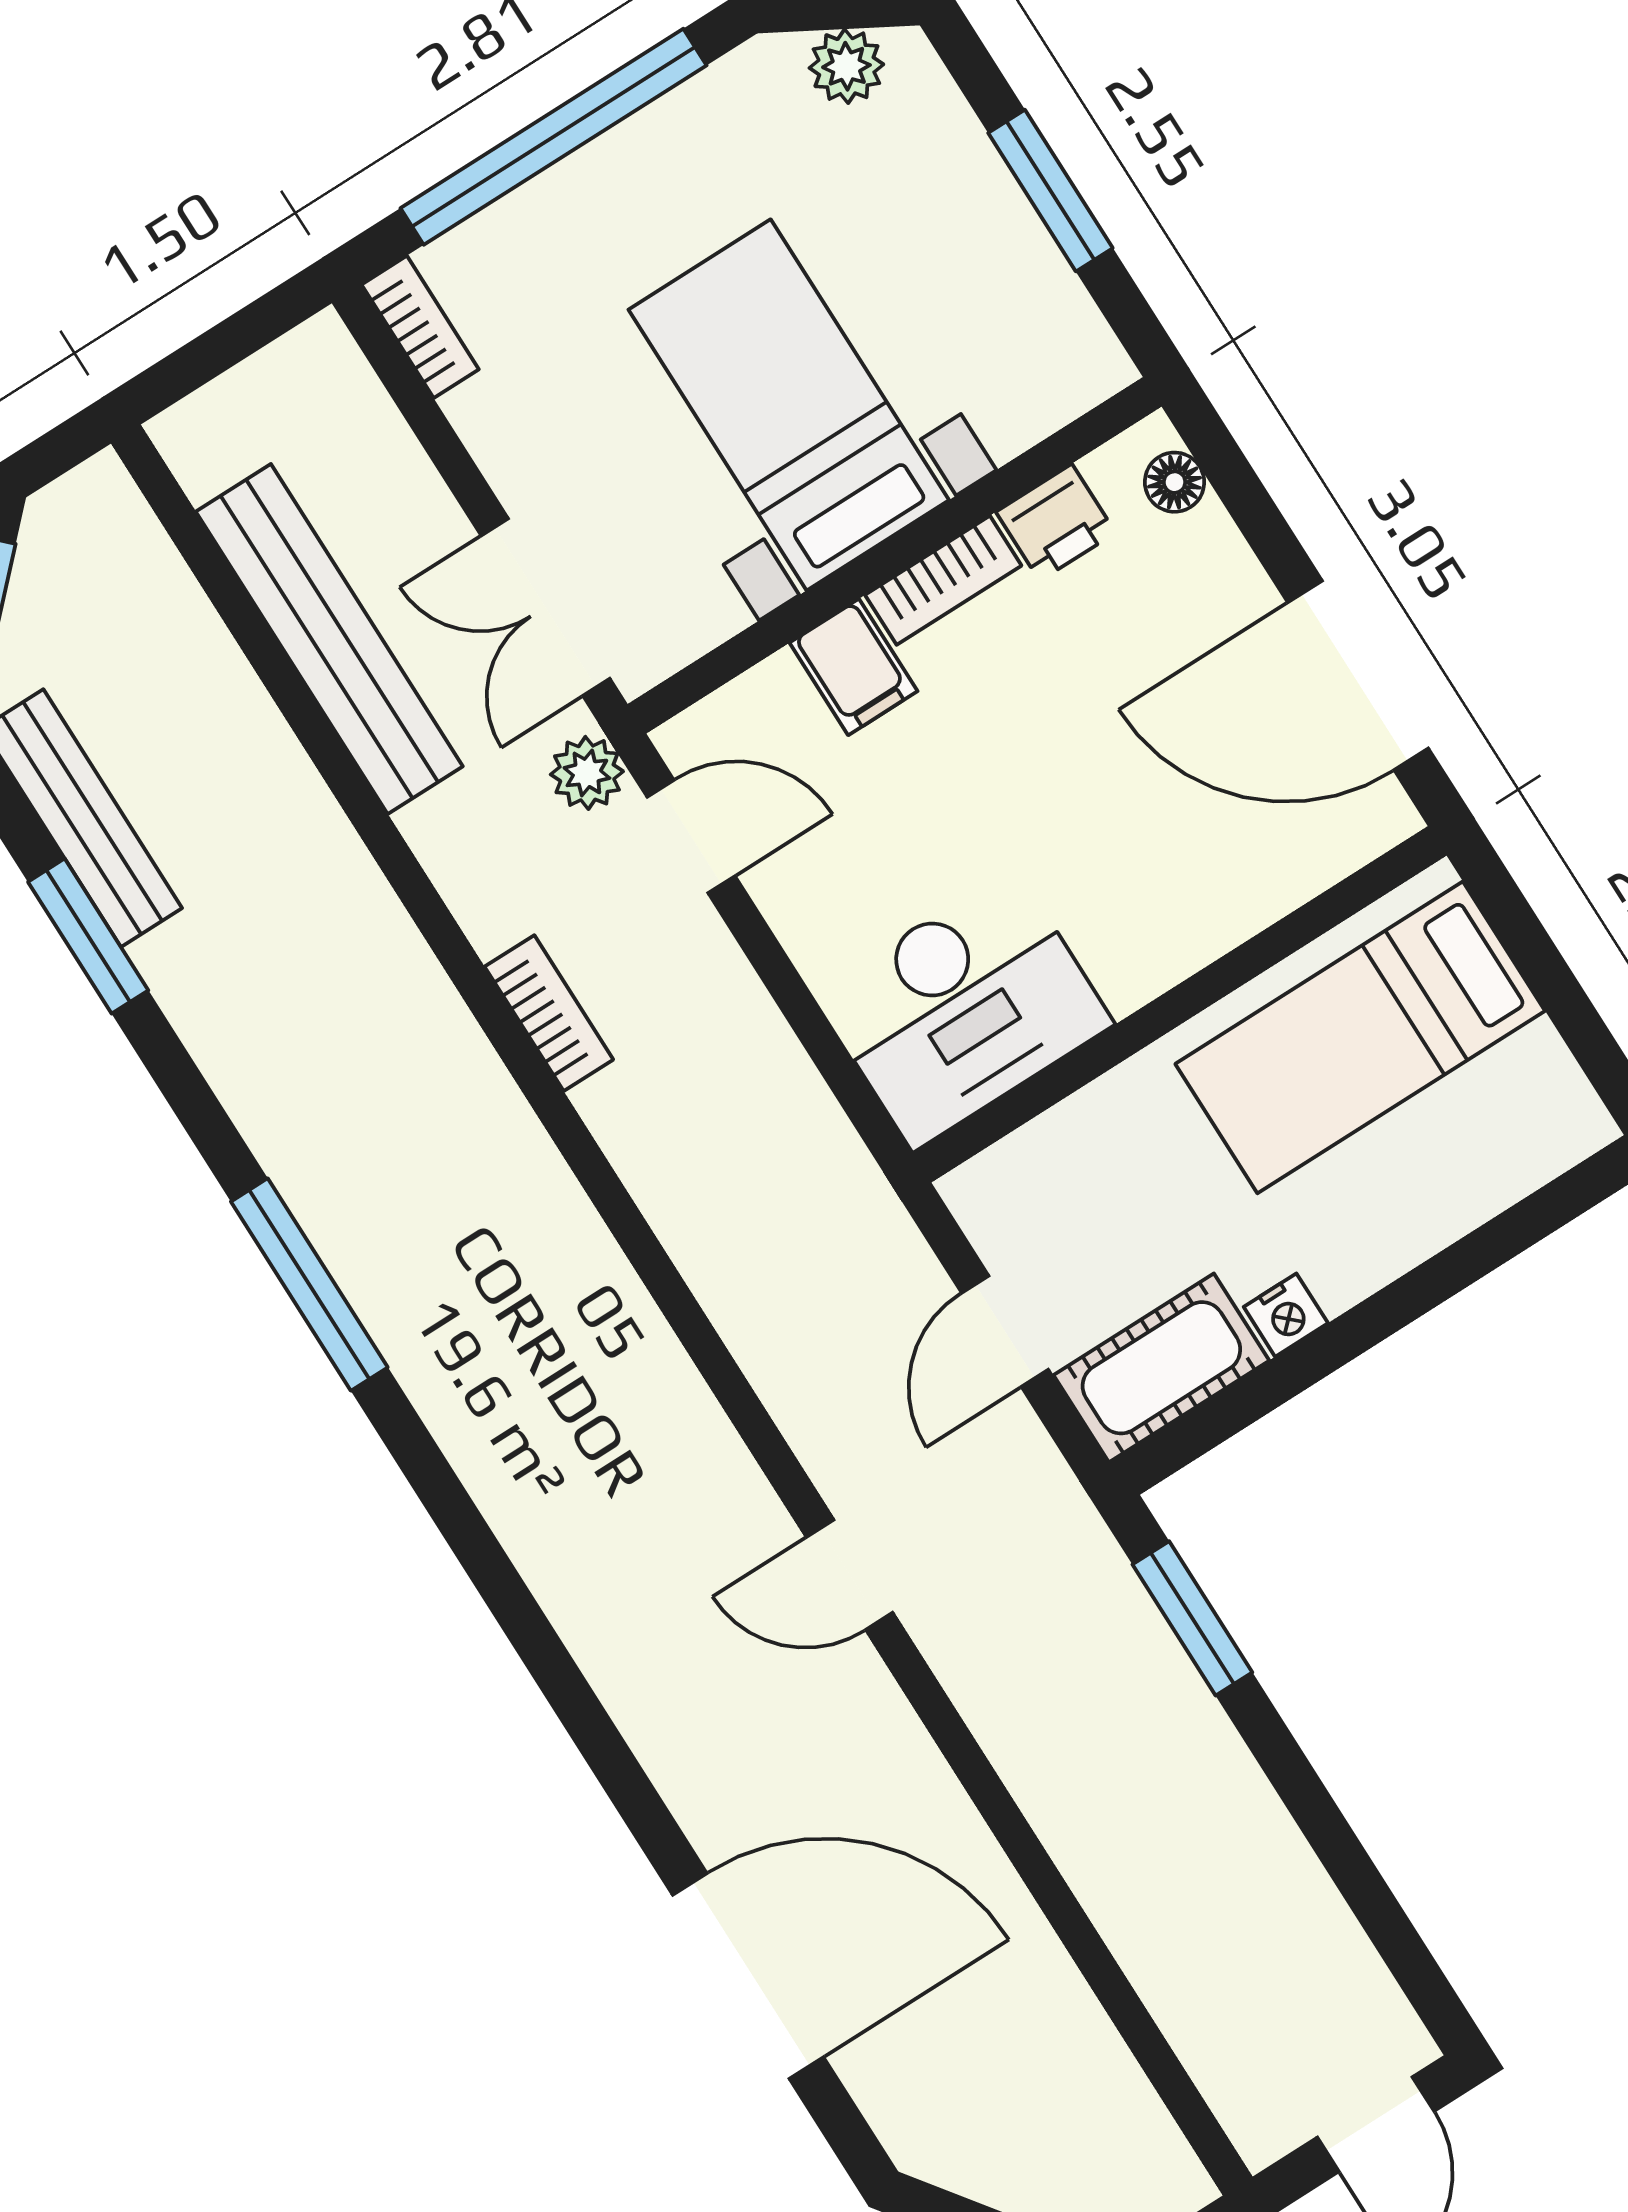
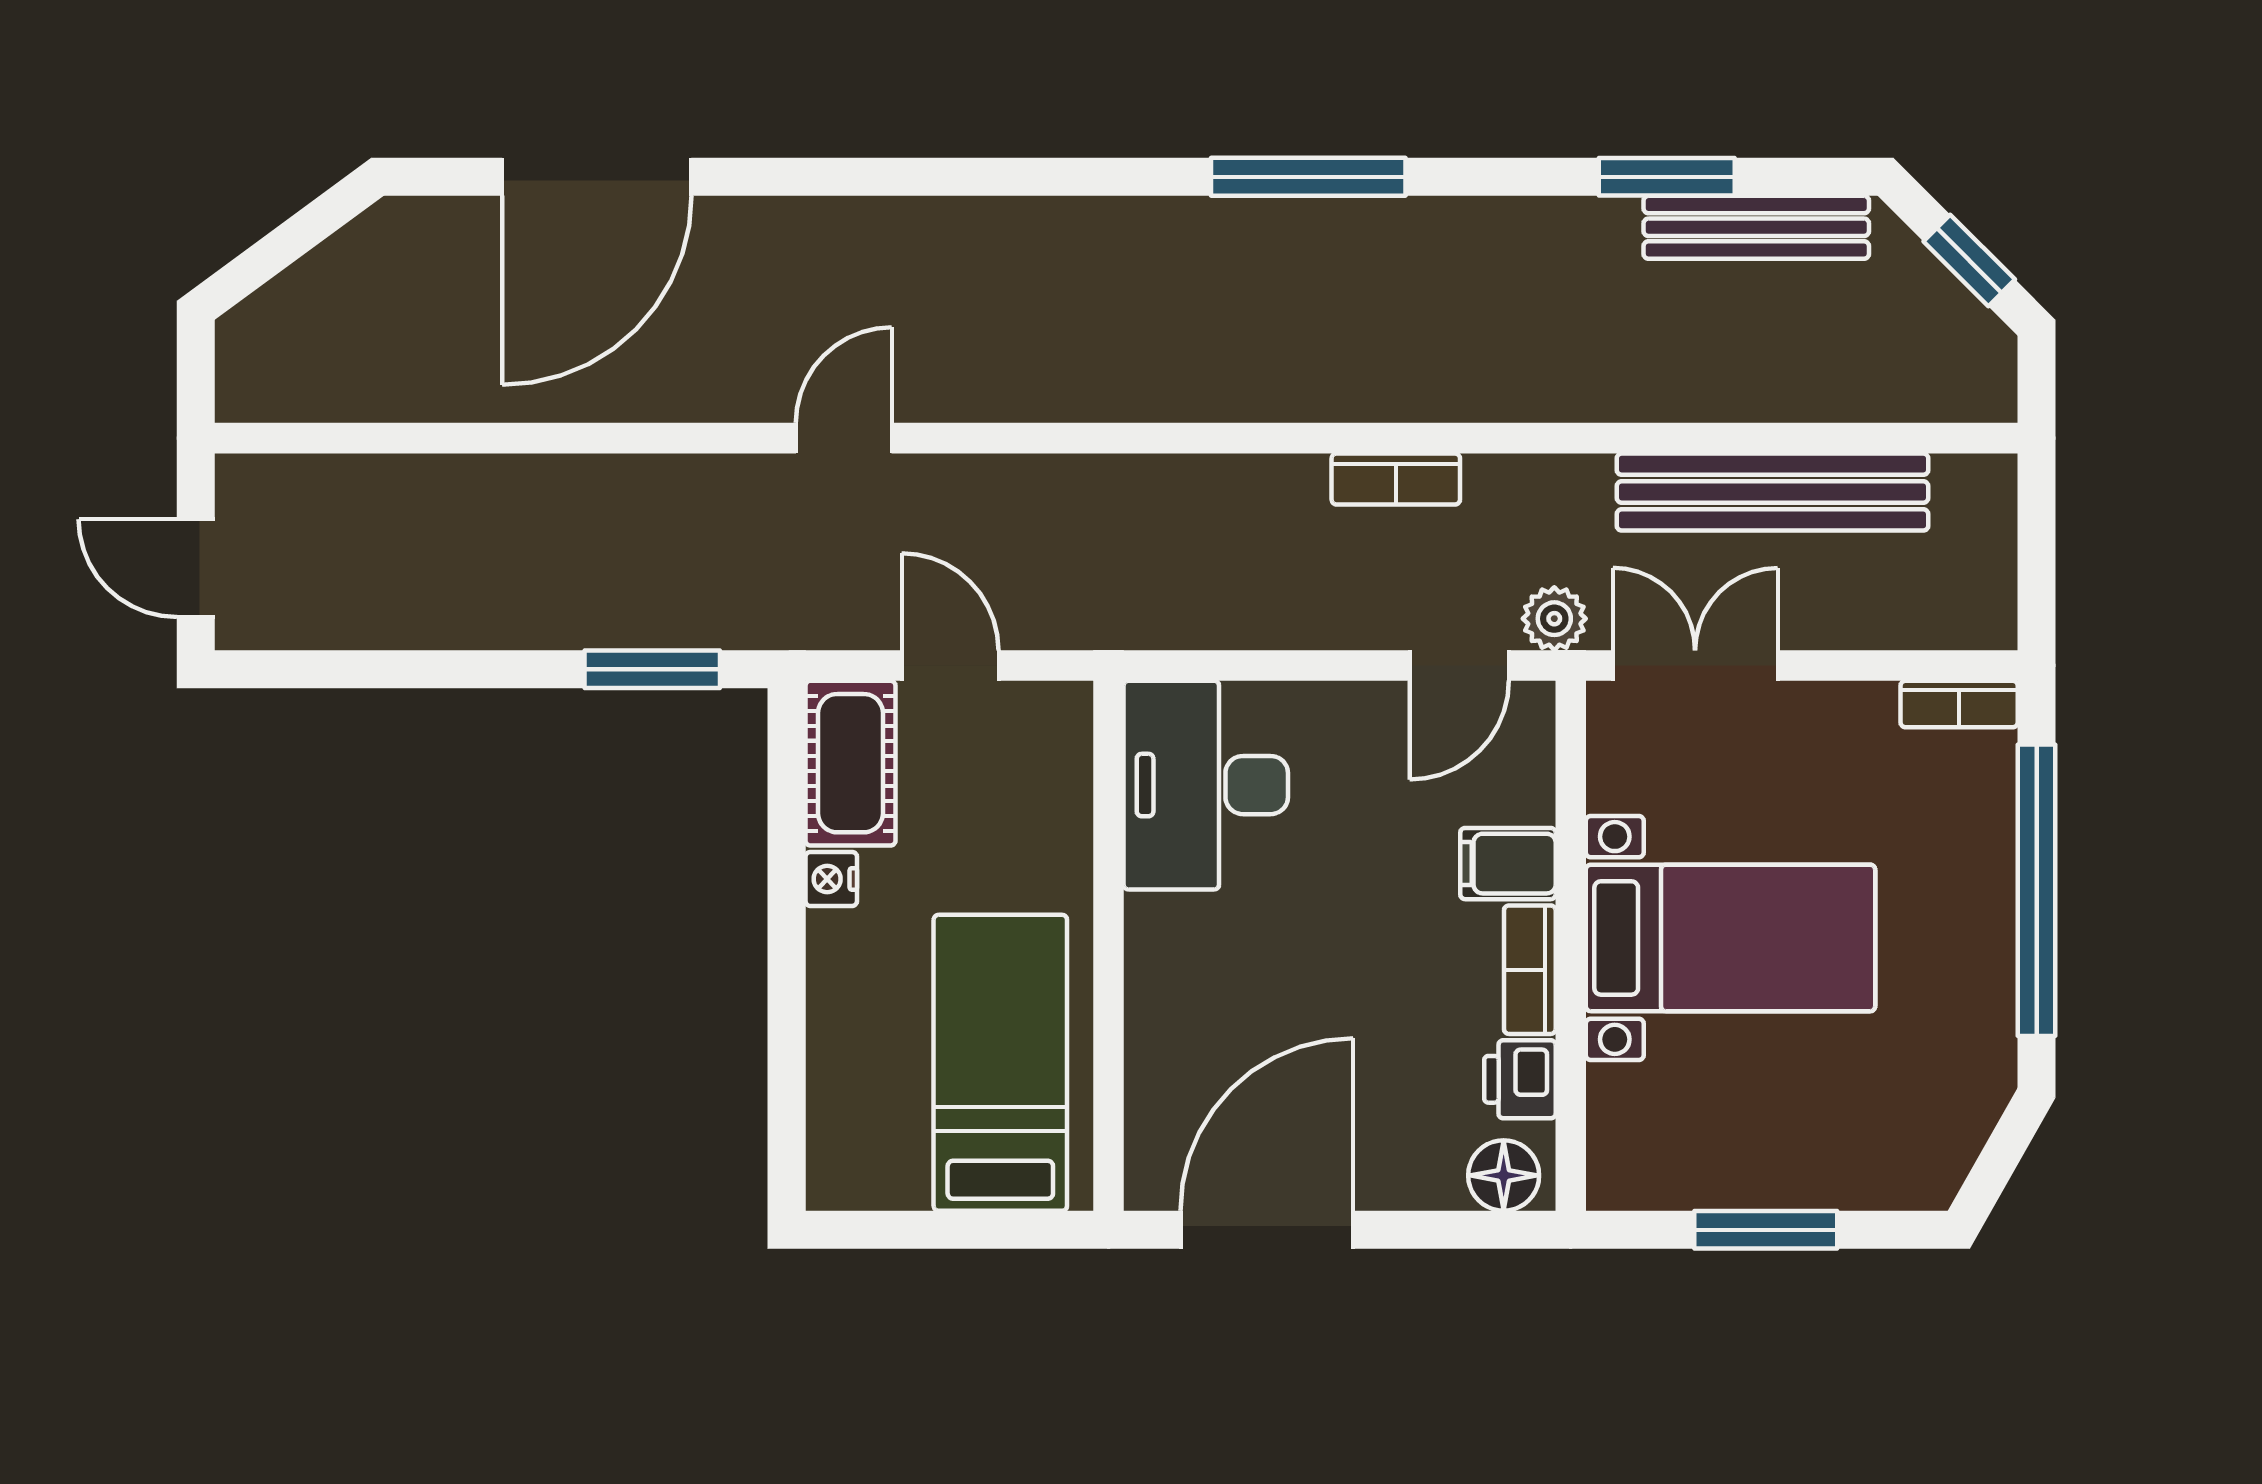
plant: (846, 66) -> (1952, 1138), removed
floor lamp: (1175, 482) -> (1504, 1175), width x1.37, depth x1.37

